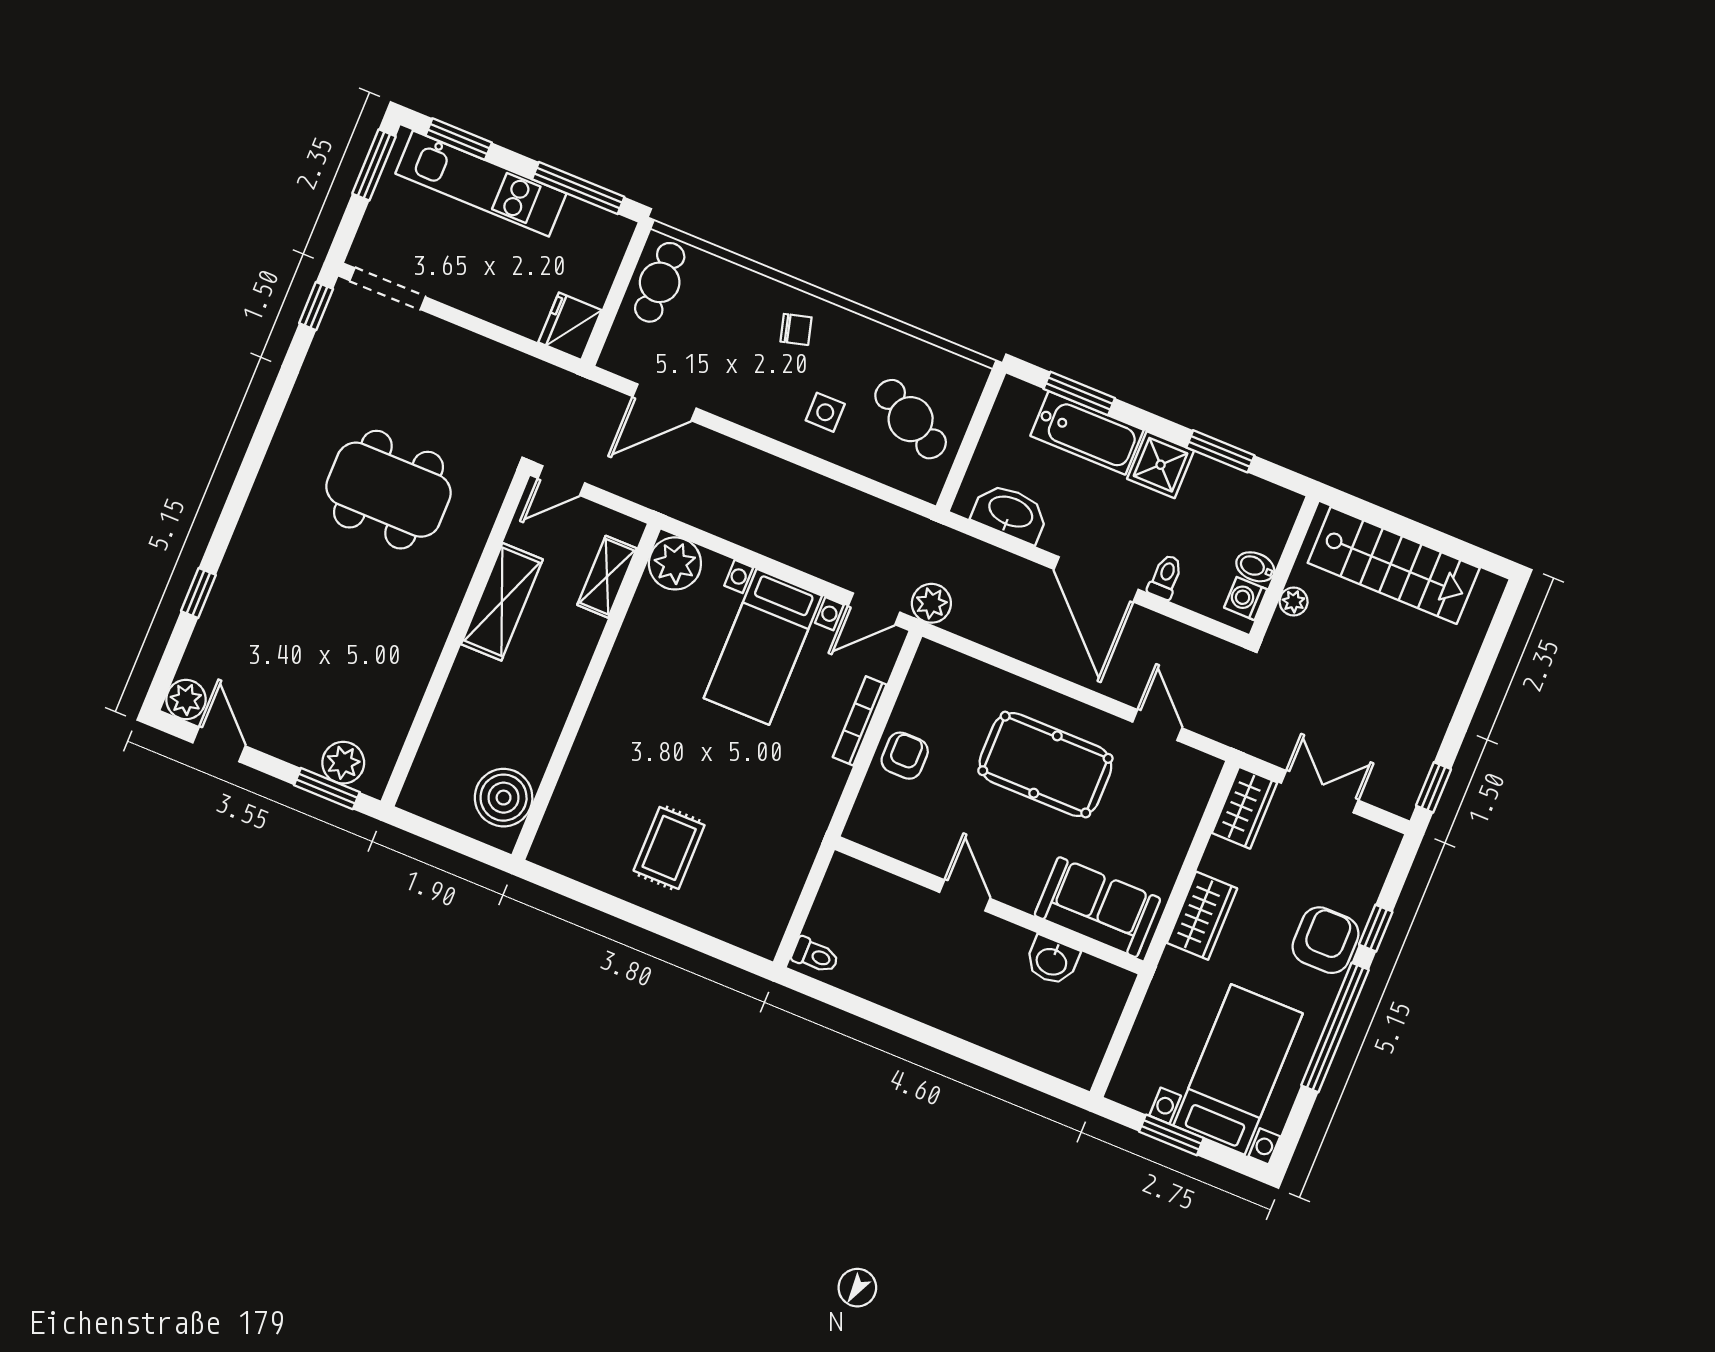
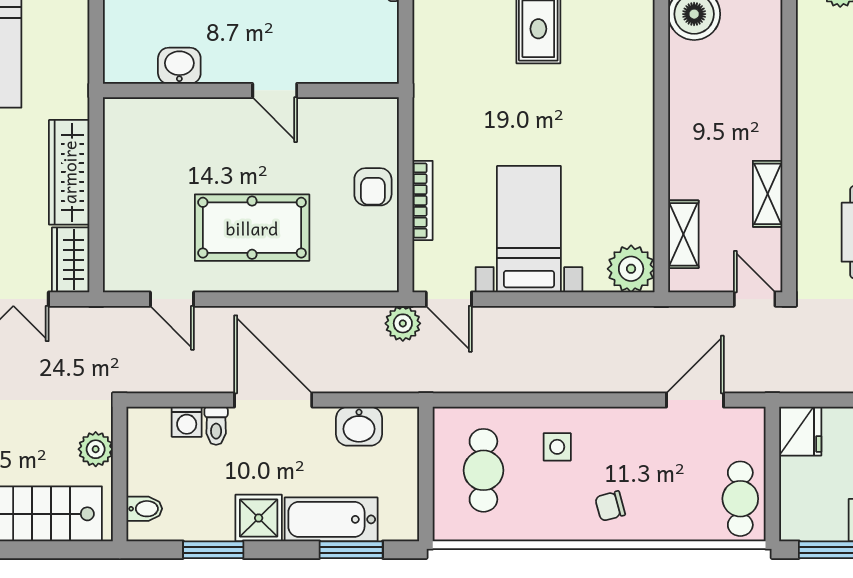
cafe table: (911, 419) -> (483, 470), turned 62
door: (561, 481) -> (755, 299), hinge flipped
washbasin: (1010, 513) -> (359, 426), width x0.72
bidet: (1255, 567) -> (144, 509), moved
washing machine: (1246, 599) -> (187, 422), moved, turned 90
plant: (1294, 601) -> (96, 449), width x1.38, depth x1.38
shelving: (502, 602) -> (768, 194), width x0.67, depth x0.75
door: (874, 609) -> (449, 299), swing flipped
sofa: (1097, 907) -> (160, 126), removed
wardrobe: (1202, 916) -> (69, 172), width x1.50

